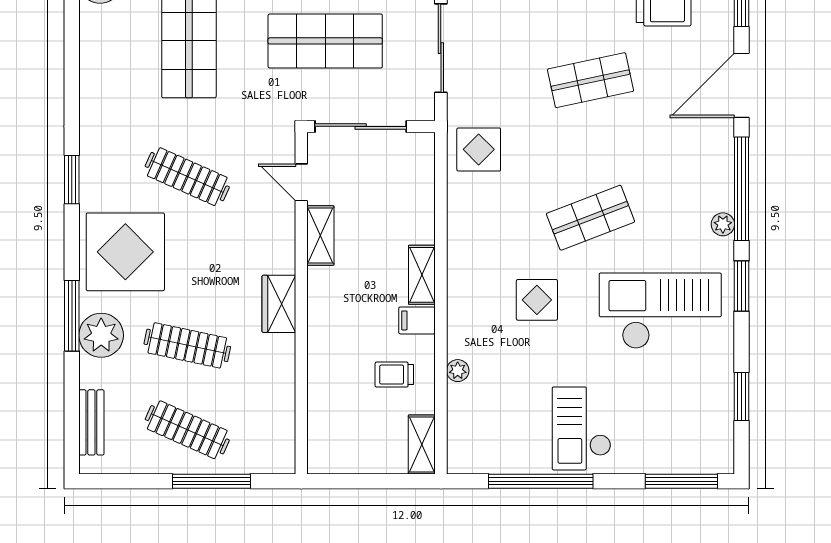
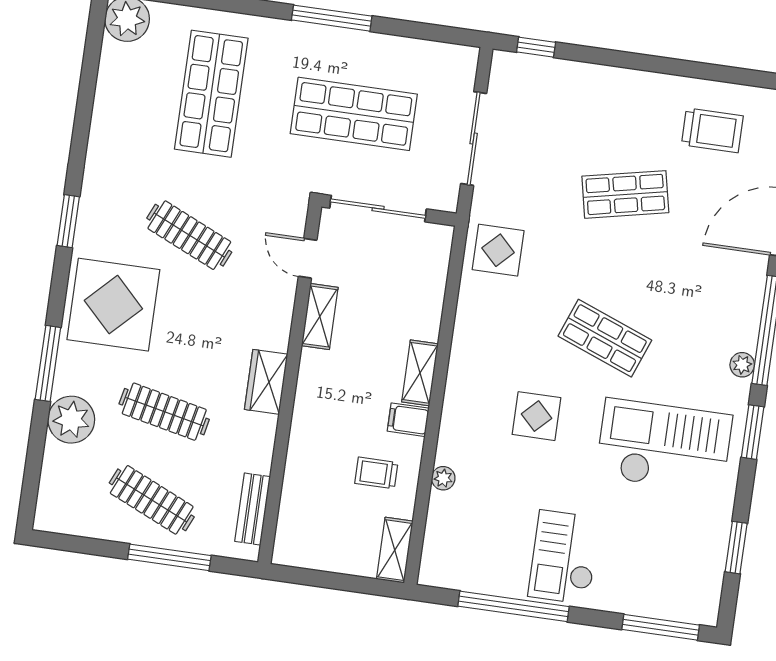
shop shelf: (591, 218) -> (605, 338), turned 42
plant: (101, 335) -> (71, 420), moved
bench: (91, 422) -> (253, 509), moved

